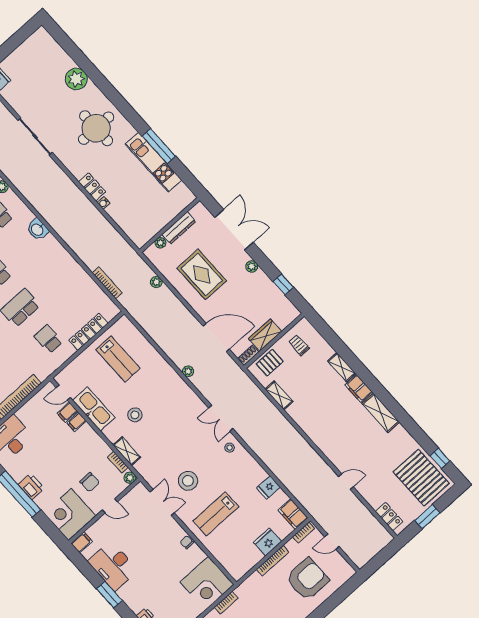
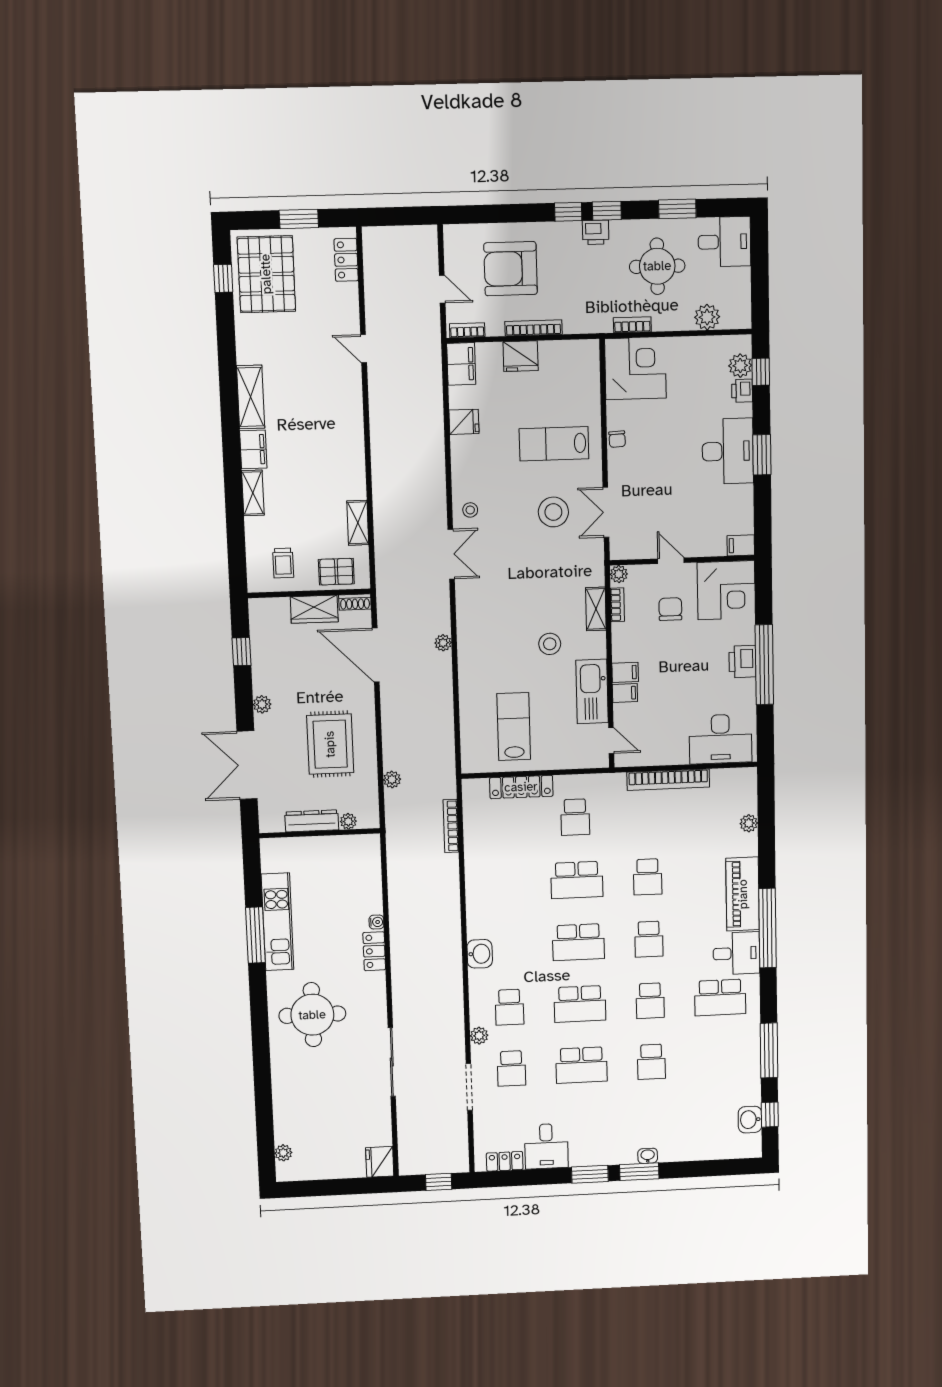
plant: (76, 79) -> (283, 1153), moved, width x0.53, depth x0.53
filing cabinet: (67, 412) -> (625, 672), moved
lab bench: (216, 514) -> (554, 444), turned 180
desk: (113, 566) -> (728, 451), moved

